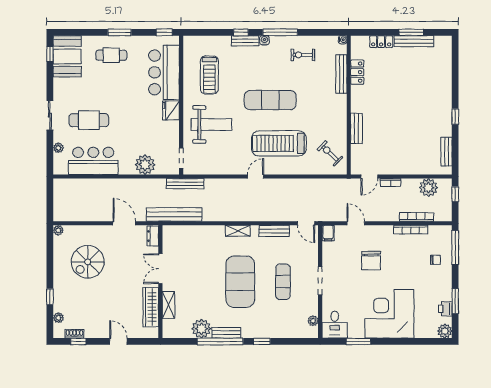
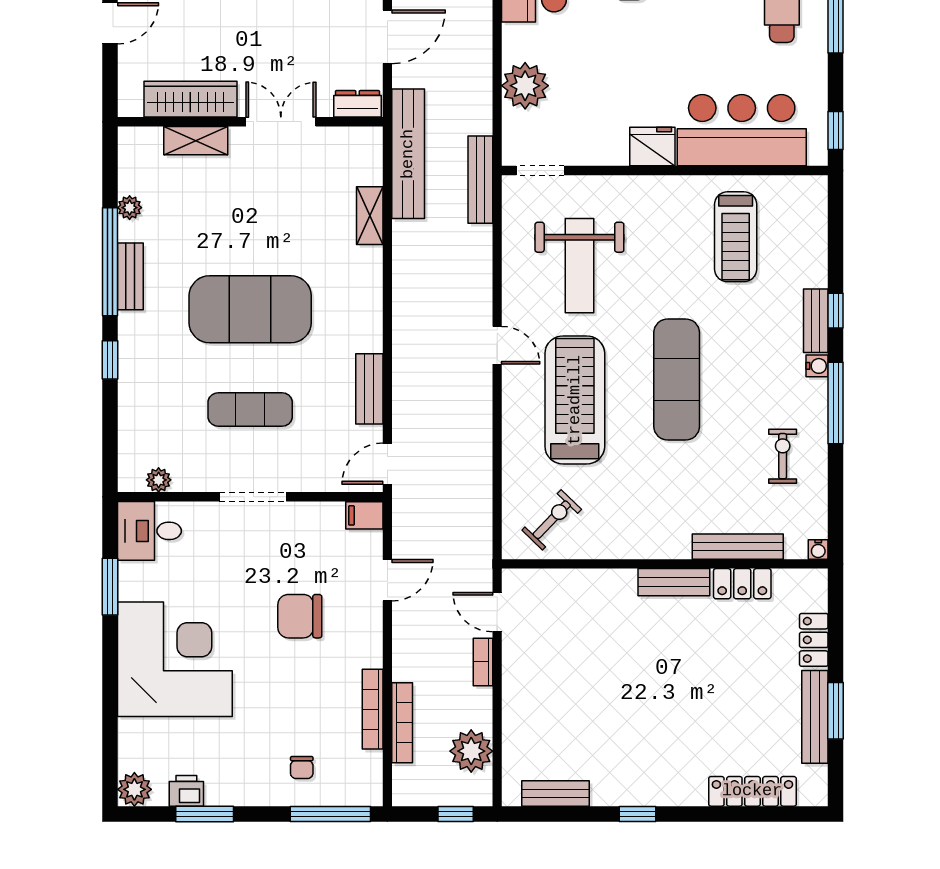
locker: (446, 68) -> (752, 791), added
treadmill: (209, 75) -> (736, 237), turned -90
weight bench: (211, 124) -> (579, 266), moved
bench: (357, 129) -> (674, 582), moved
shelving: (238, 231) -> (370, 216), moved
plant: (201, 329) -> (130, 208), width x0.53, depth x0.53

